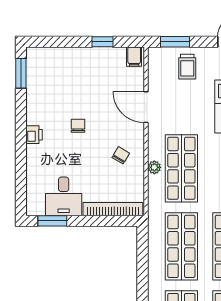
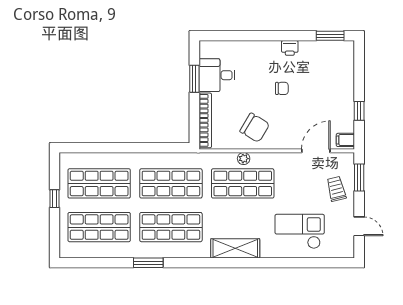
trolley: (187, 67) -> (336, 189), turned 76
door: (146, 107) -> (316, 151), moved
printer: (34, 135) -> (290, 48), moved
chair: (121, 155) -> (255, 128), width x1.87, depth x1.87
window: (52, 221) -> (194, 79), moved

